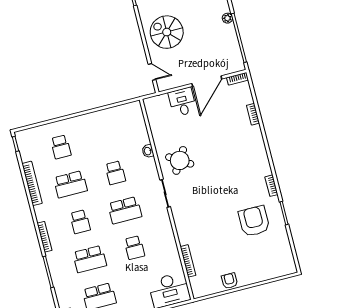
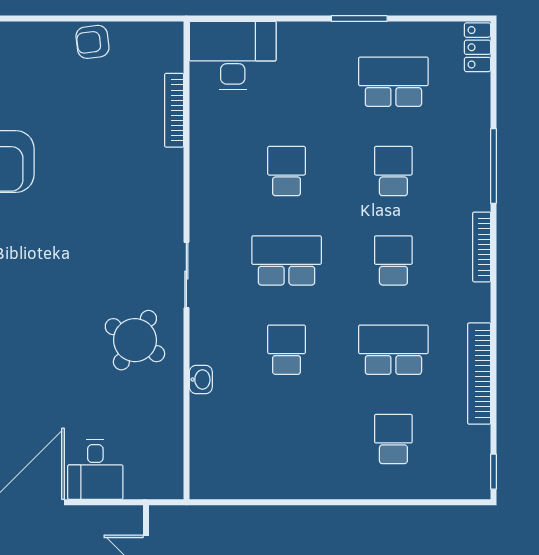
school desk: (90, 259) -> (393, 171), width x0.54
armchair: (230, 281) -> (92, 42), turned 83

